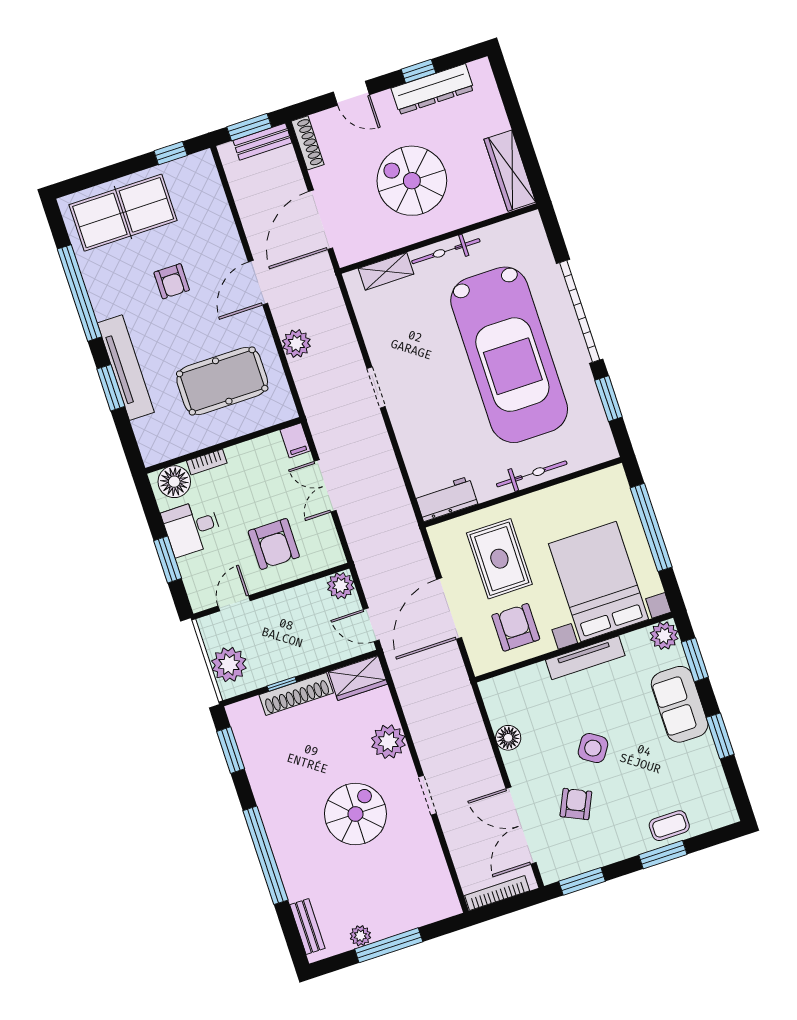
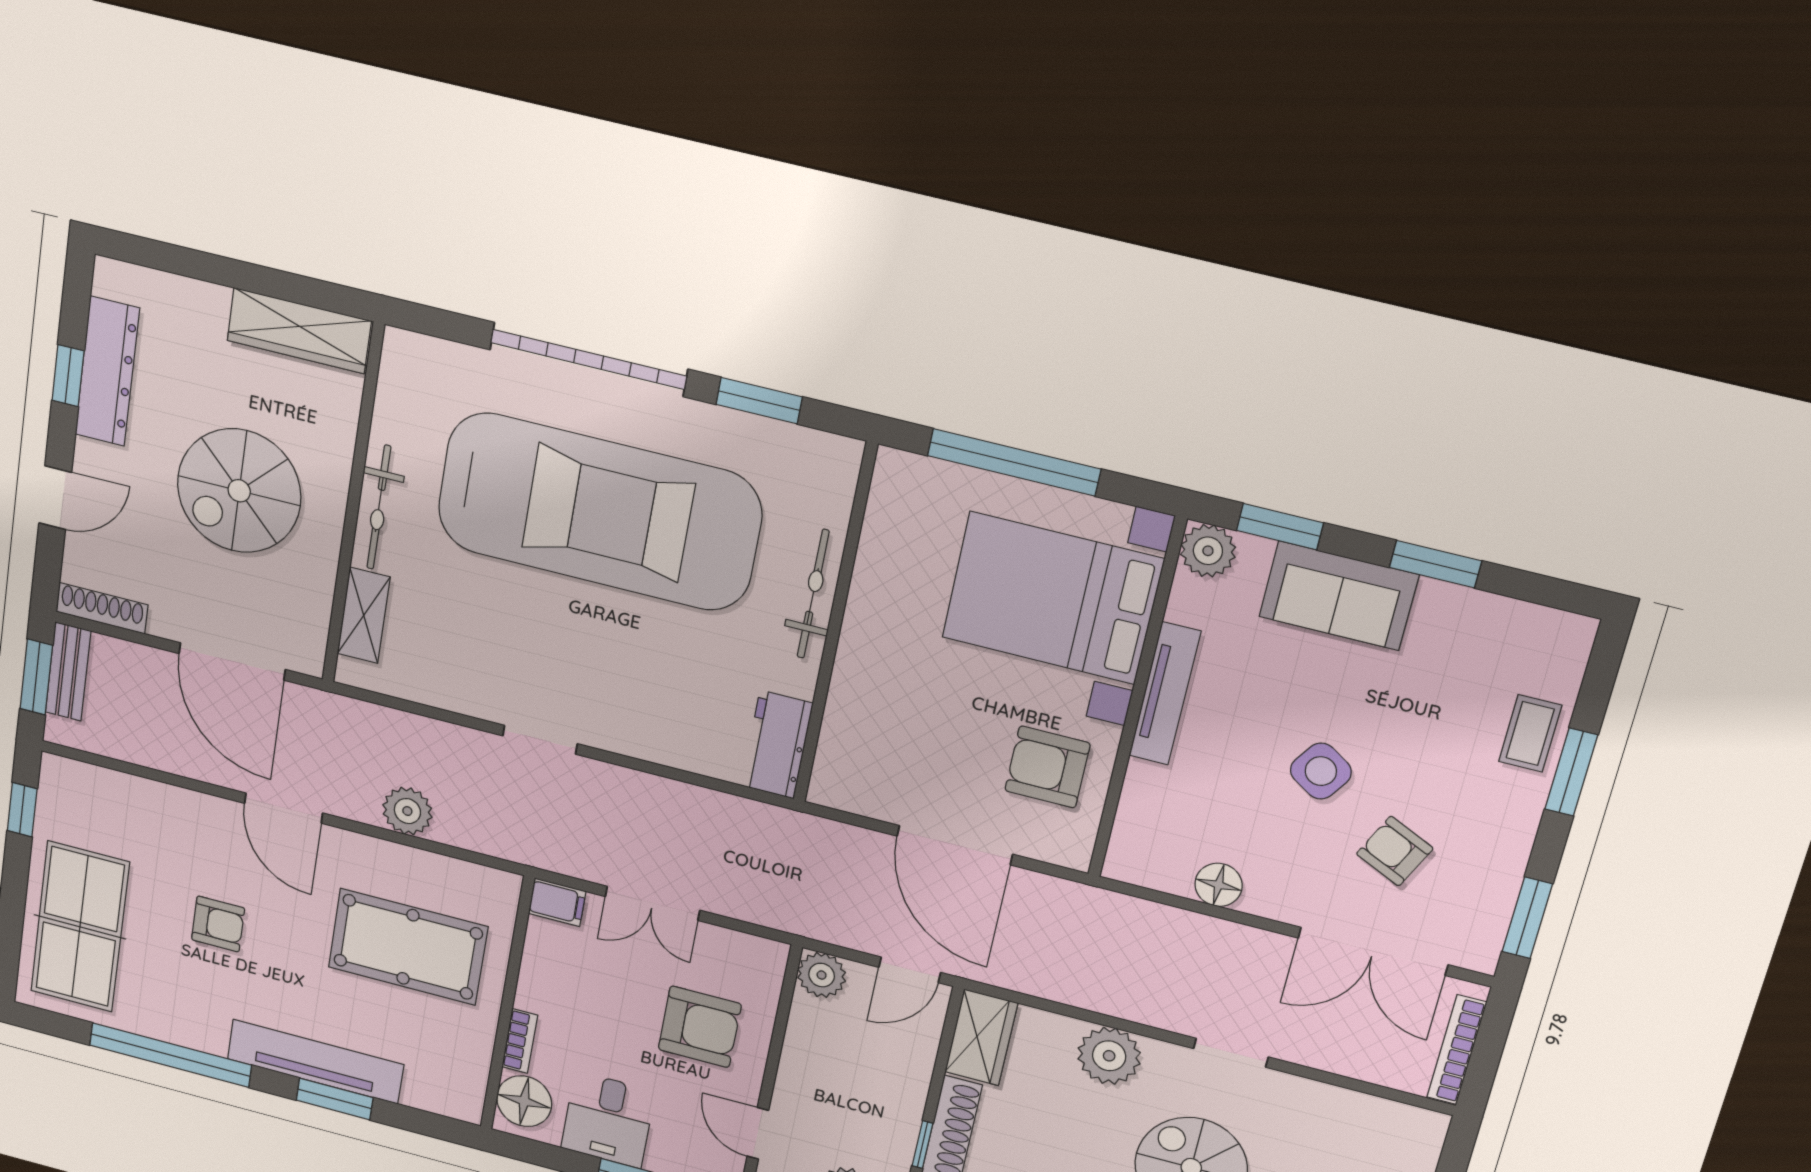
pool table: (222, 381) -> (408, 947), turned 90
rug: (499, 559) -> (921, 724), removed

